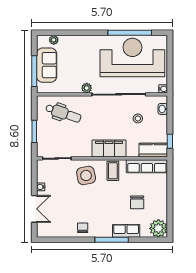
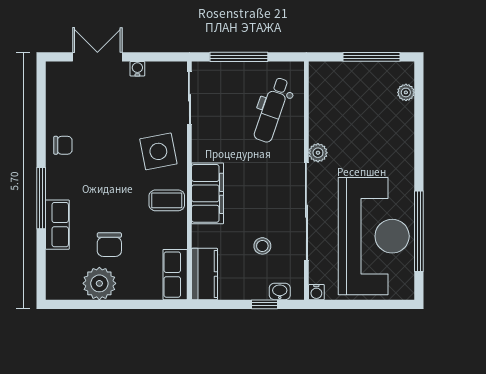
sofa: (47, 65) -> (360, 80), removed
window: (34, 71) -> (372, 57), moved
window: (34, 131) -> (239, 57), width x1.44
window: (170, 141) -> (265, 304), moved
row of seats: (147, 166) -> (175, 275), width x0.68
chair: (137, 202) -> (109, 245), turned -90
double door: (34, 209) -> (97, 57), swing flipped
plant: (158, 228) -> (99, 283), moved

